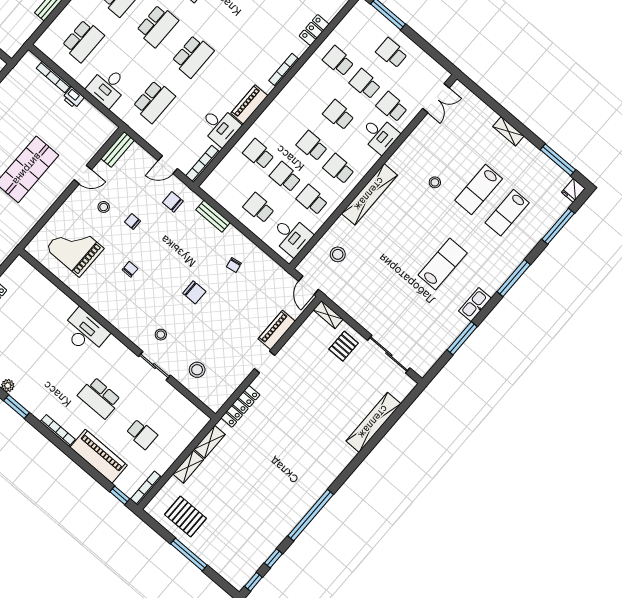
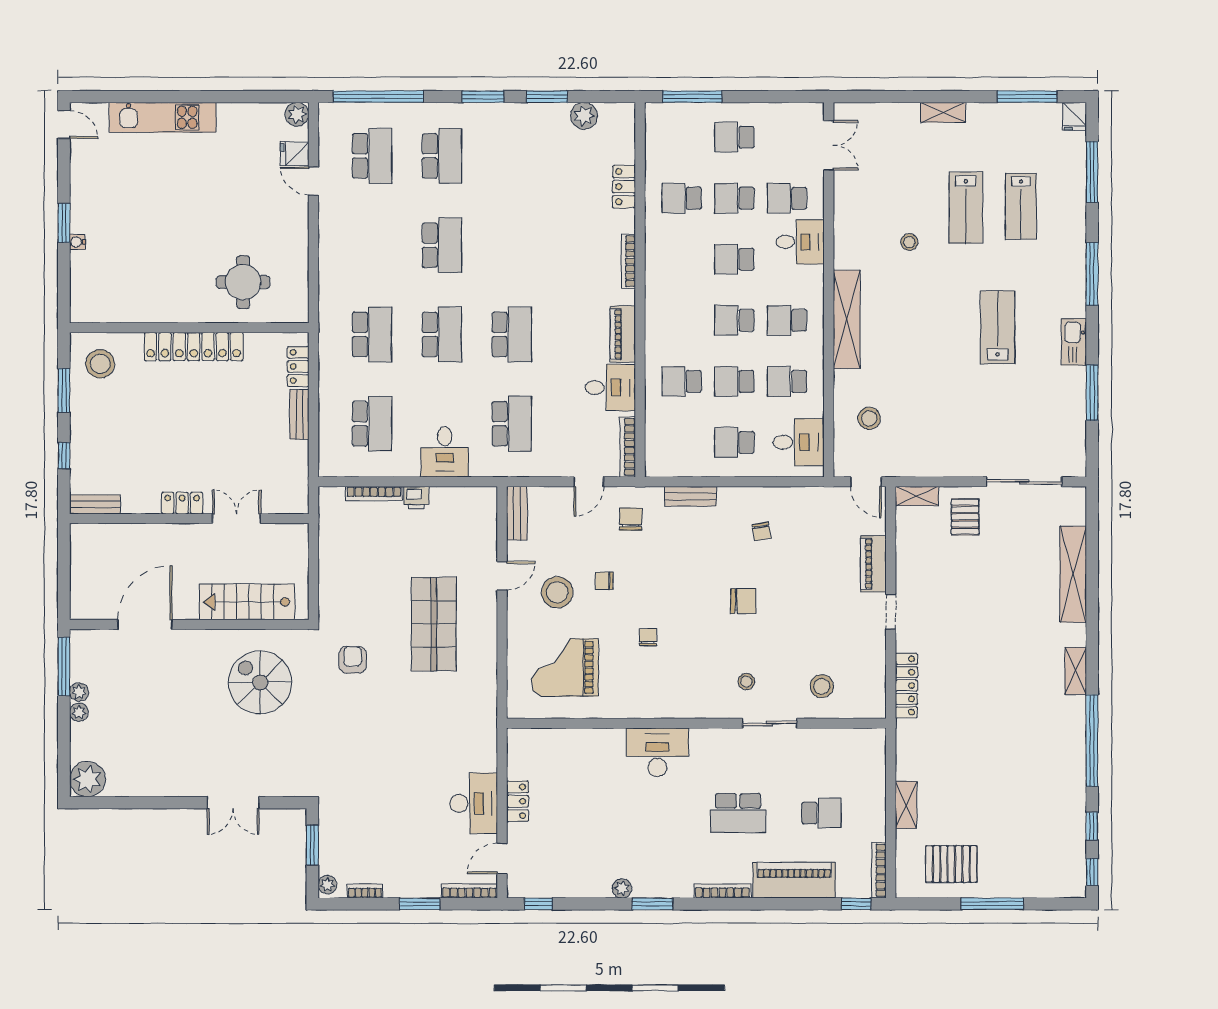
chair: (173, 202) -> (631, 519), turned 90
stool: (104, 207) -> (557, 592), width x1.89, depth x1.89
shelving: (210, 442) -> (1076, 671), moved

